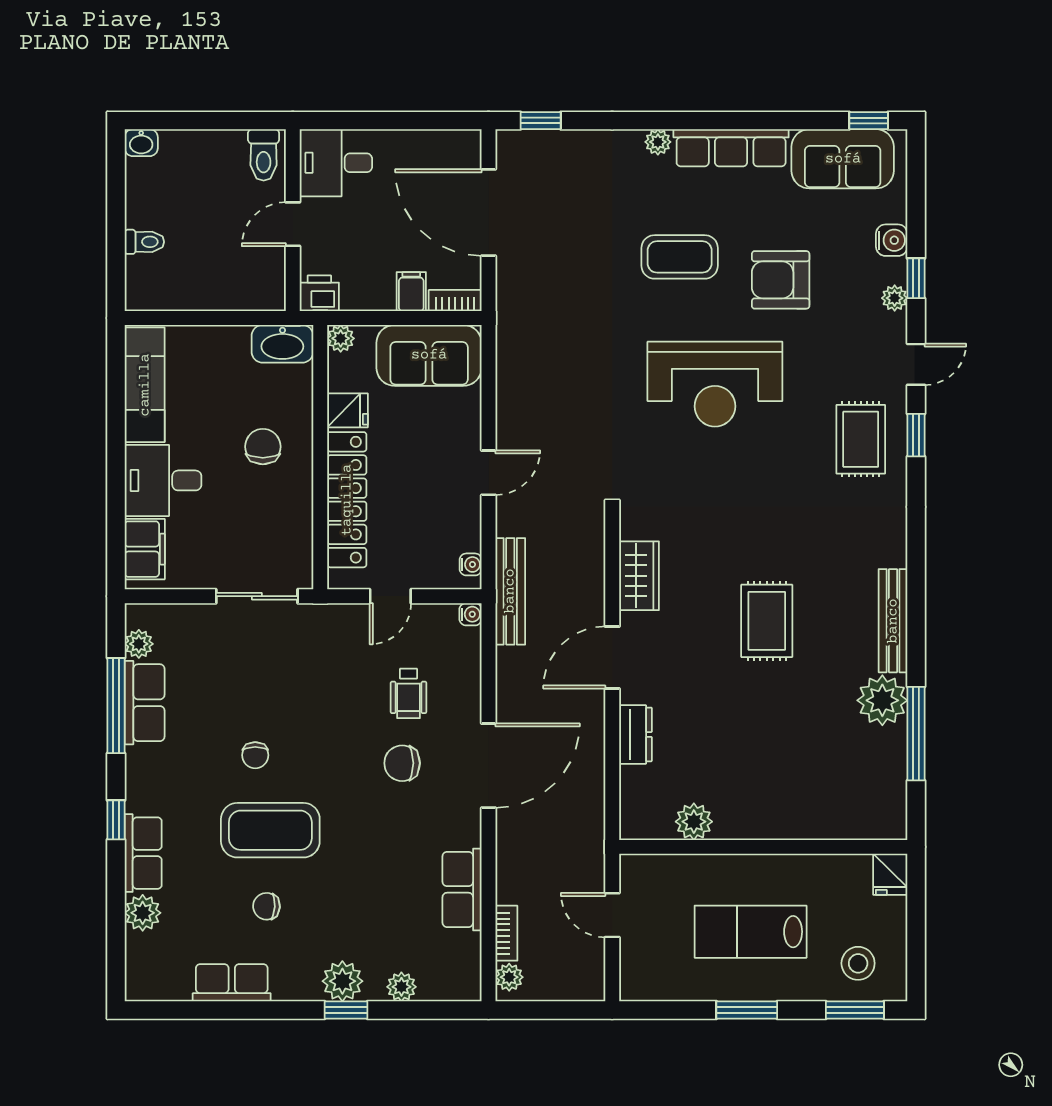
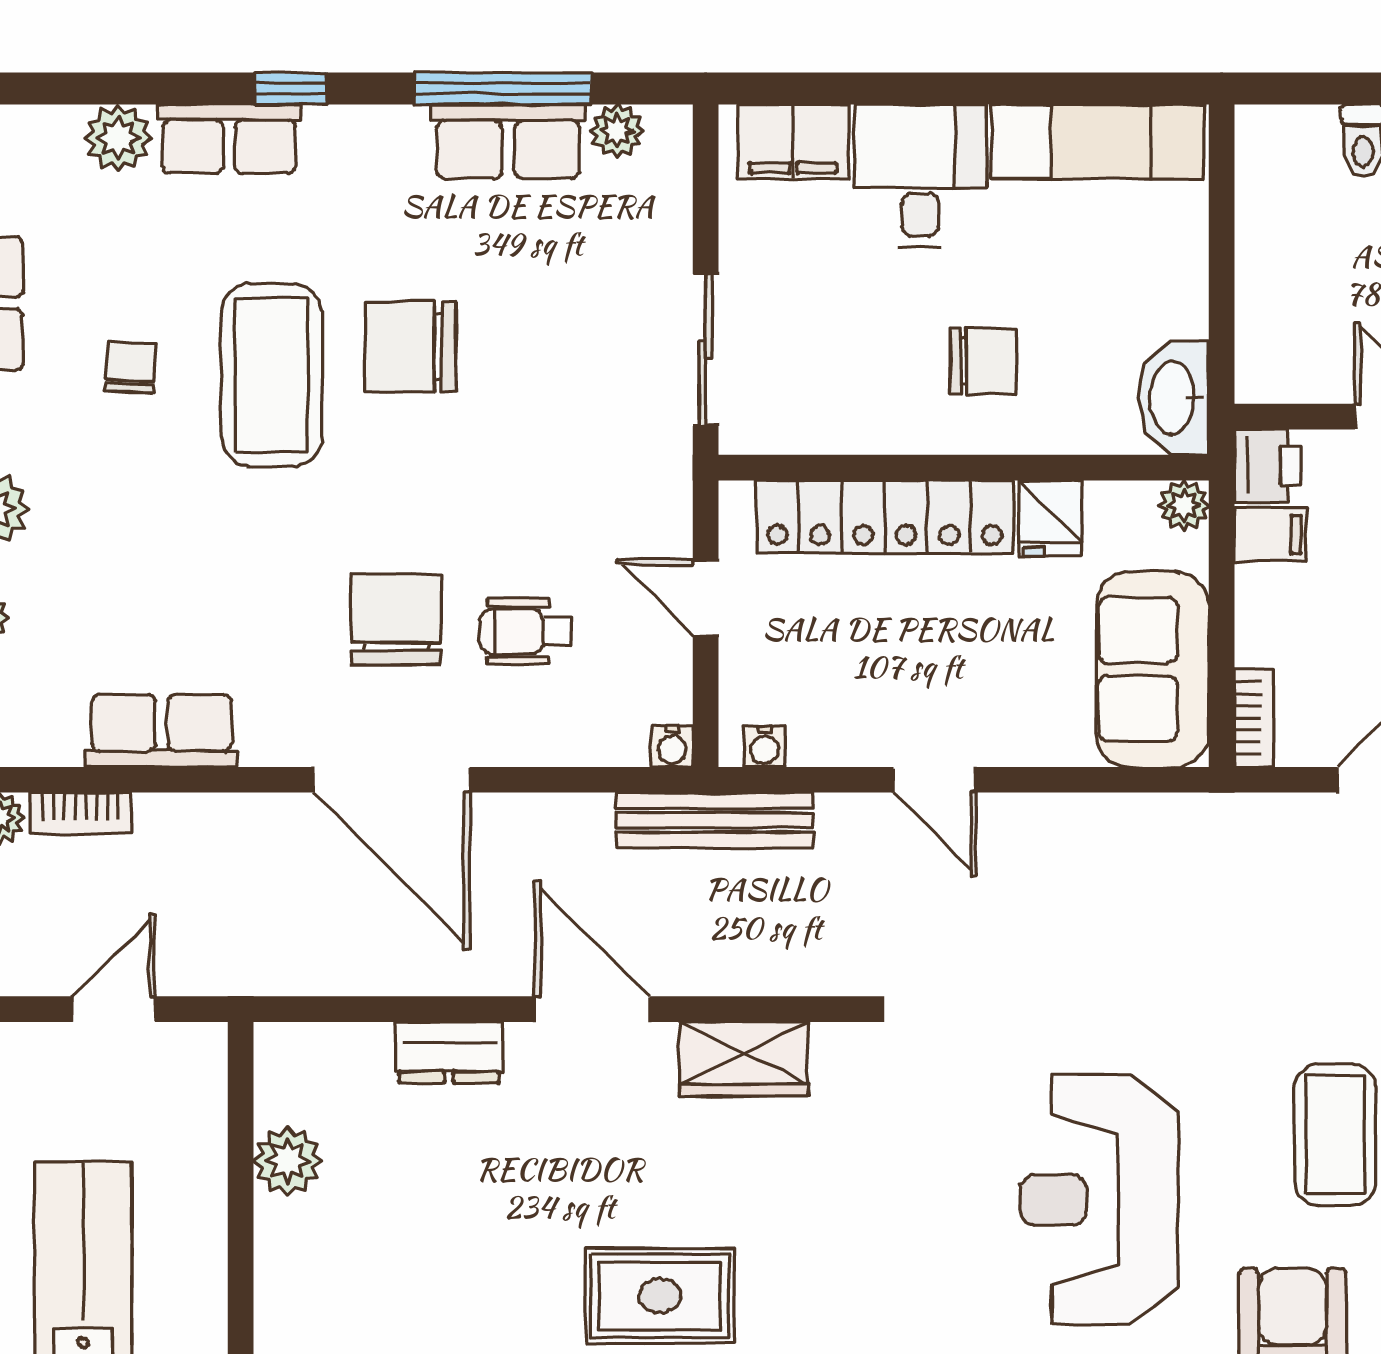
filing cabinet: (411, 292) -> (1271, 535), moved
chair: (255, 755) -> (411, 347), width x1.87, depth x1.87
chair: (402, 763) -> (396, 619), width x1.37, depth x1.37

